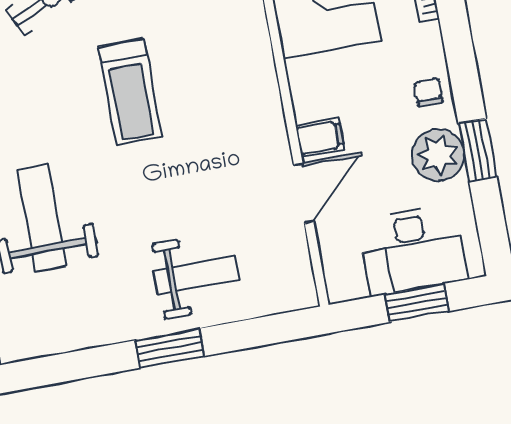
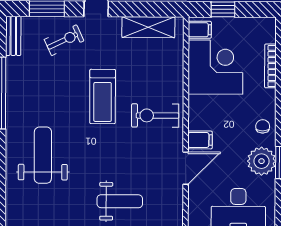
exercise bike: (231, 109) -> (155, 115), added

